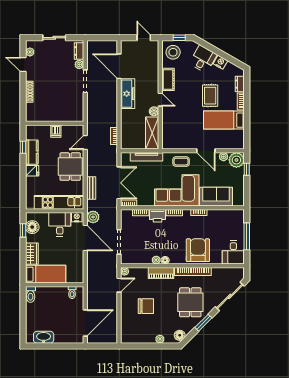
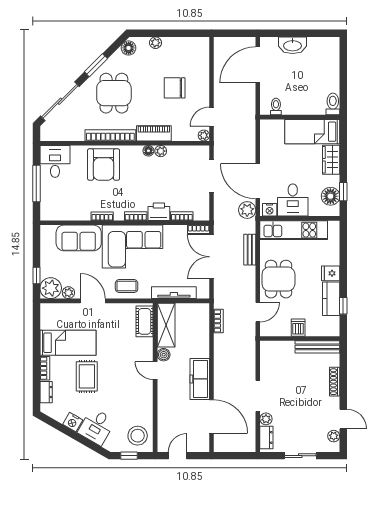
door: (144, 38) -> (178, 456), swing flipped
cot: (168, 79) -> (145, 321), moved
bench: (42, 117) -> (317, 347), added
washbasin: (44, 337) -> (293, 45), moved

